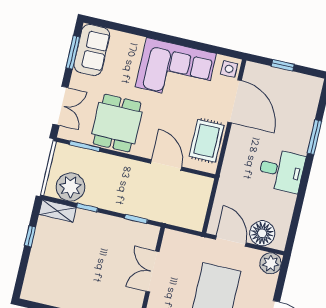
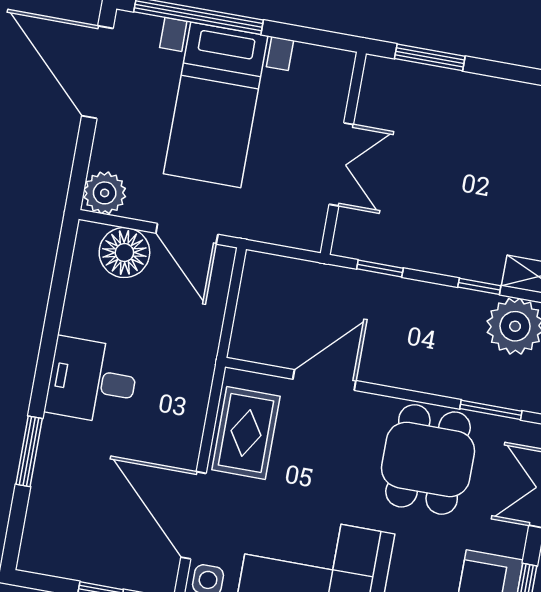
door: (166, 165) -> (324, 380), swing flipped

